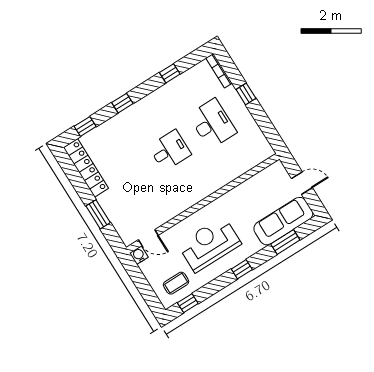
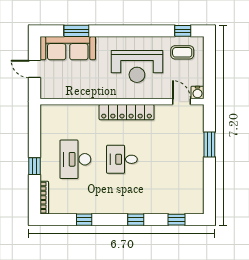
locker: (86, 168) -> (127, 112), moved, turned -90
window: (242, 269) -> (124, 31), removed

